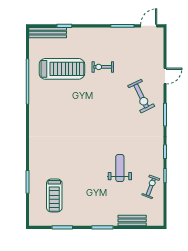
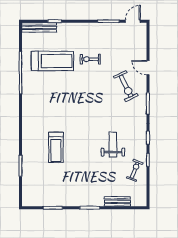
door: (165, 76) -> (148, 68), swing flipped
weight bench: (120, 168) -> (113, 145), moved
treadmill: (54, 195) -> (56, 147), moved

